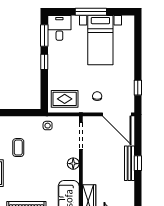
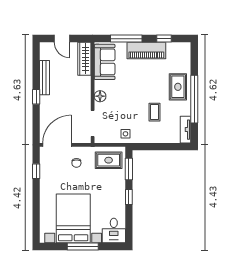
window: (44, 35) -> (129, 169), moved
bed with nightstands: (100, 40) -> (73, 218), width x1.36
door: (117, 114) -> (57, 145), hinge flipped
bench: (129, 163) -> (45, 78), moved

